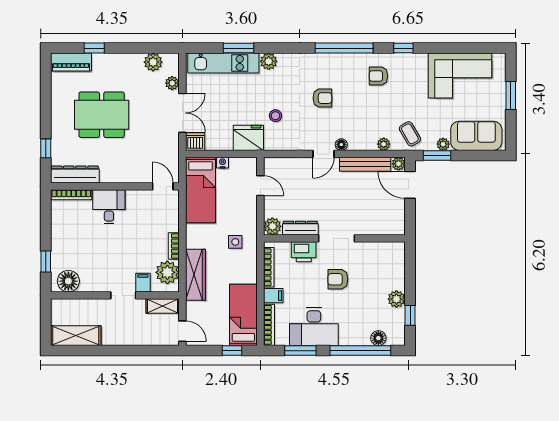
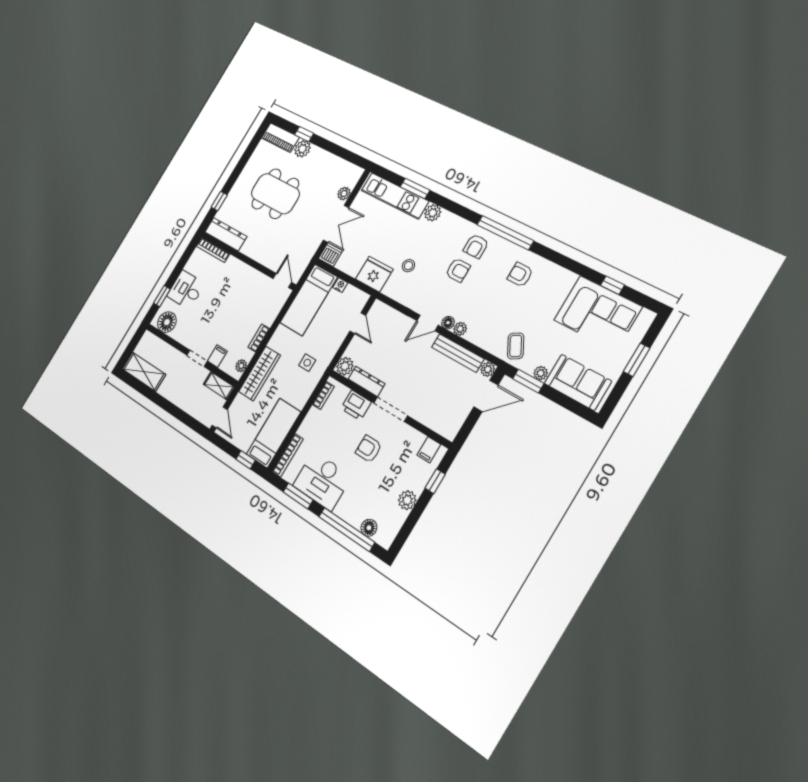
window: (403, 48) -> (612, 285), moved
plant: (153, 62) -> (302, 149), moved
armchair: (326, 71) -> (476, 246), added
plant: (384, 144) -> (460, 329), moved
door: (410, 185) -> (486, 396), swing flipped
desk: (109, 207) -> (186, 290), moved, turned -90
bookcase: (269, 267) -> (323, 396), width x0.64
plant: (167, 272) -> (241, 366), width x0.53, depth x0.53
filing cabinet: (273, 296) -> (429, 450), moved, turned 90
window: (410, 315) -> (435, 481), moved

